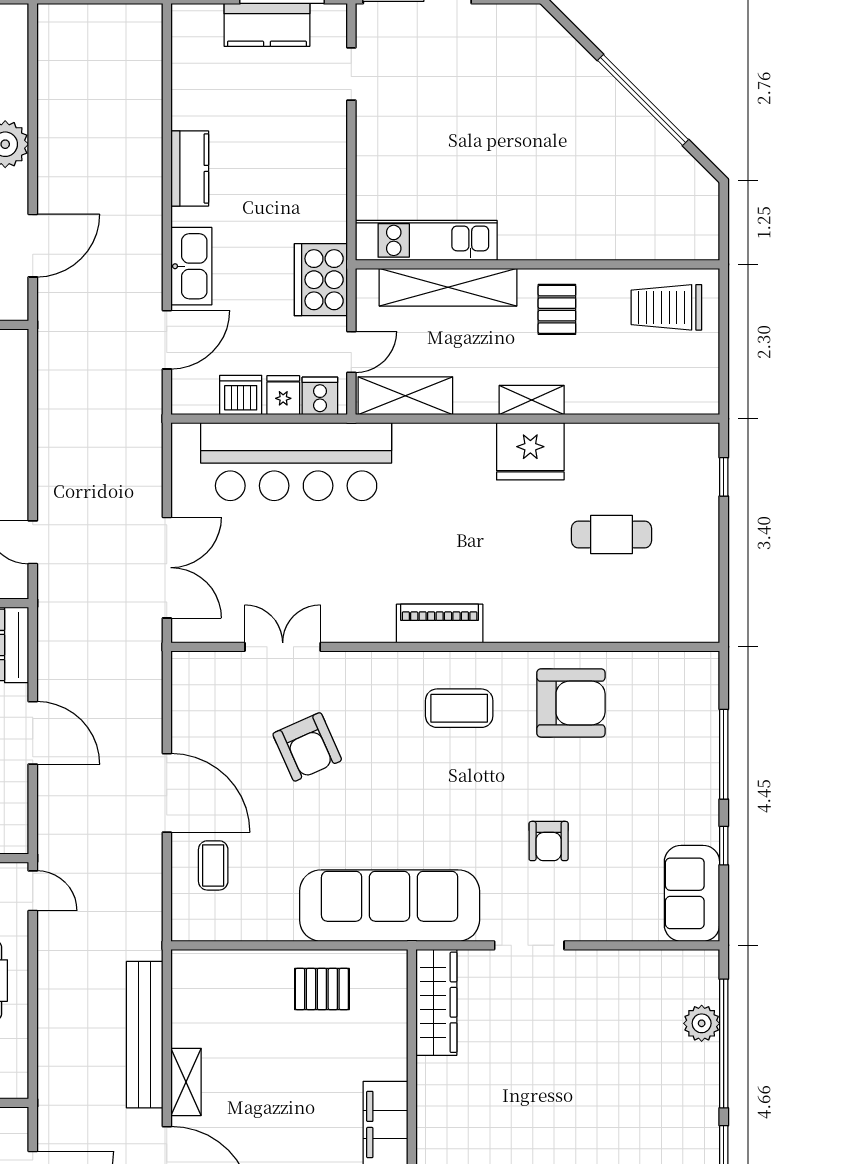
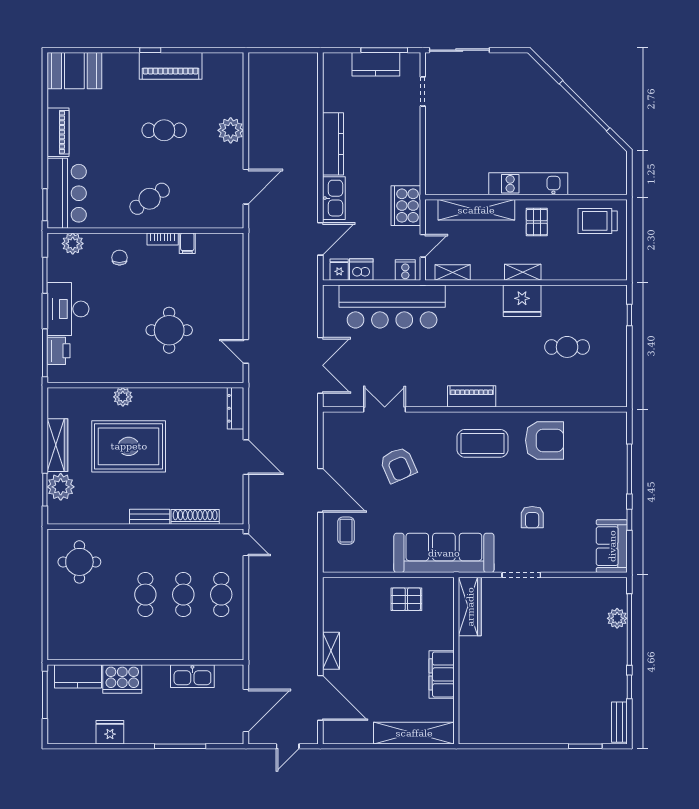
kitchen counter: (190, 168) -> (333, 144), width x1.50
kitchen unit: (426, 240) -> (528, 184), moved
fridge: (283, 395) -> (339, 270), moved
shelving: (405, 396) -> (453, 273), width x0.67, depth x0.75
coffee table: (459, 708) -> (483, 443), width x1.36, depth x1.32
bench: (145, 1035) -> (308, 625), removed

